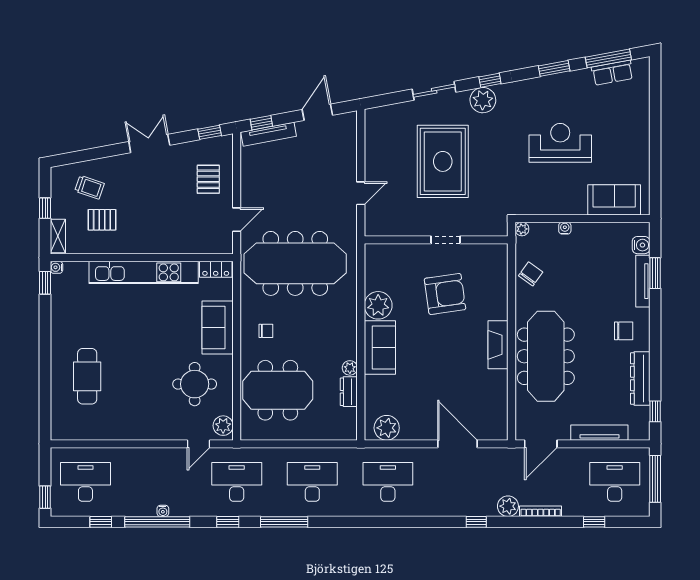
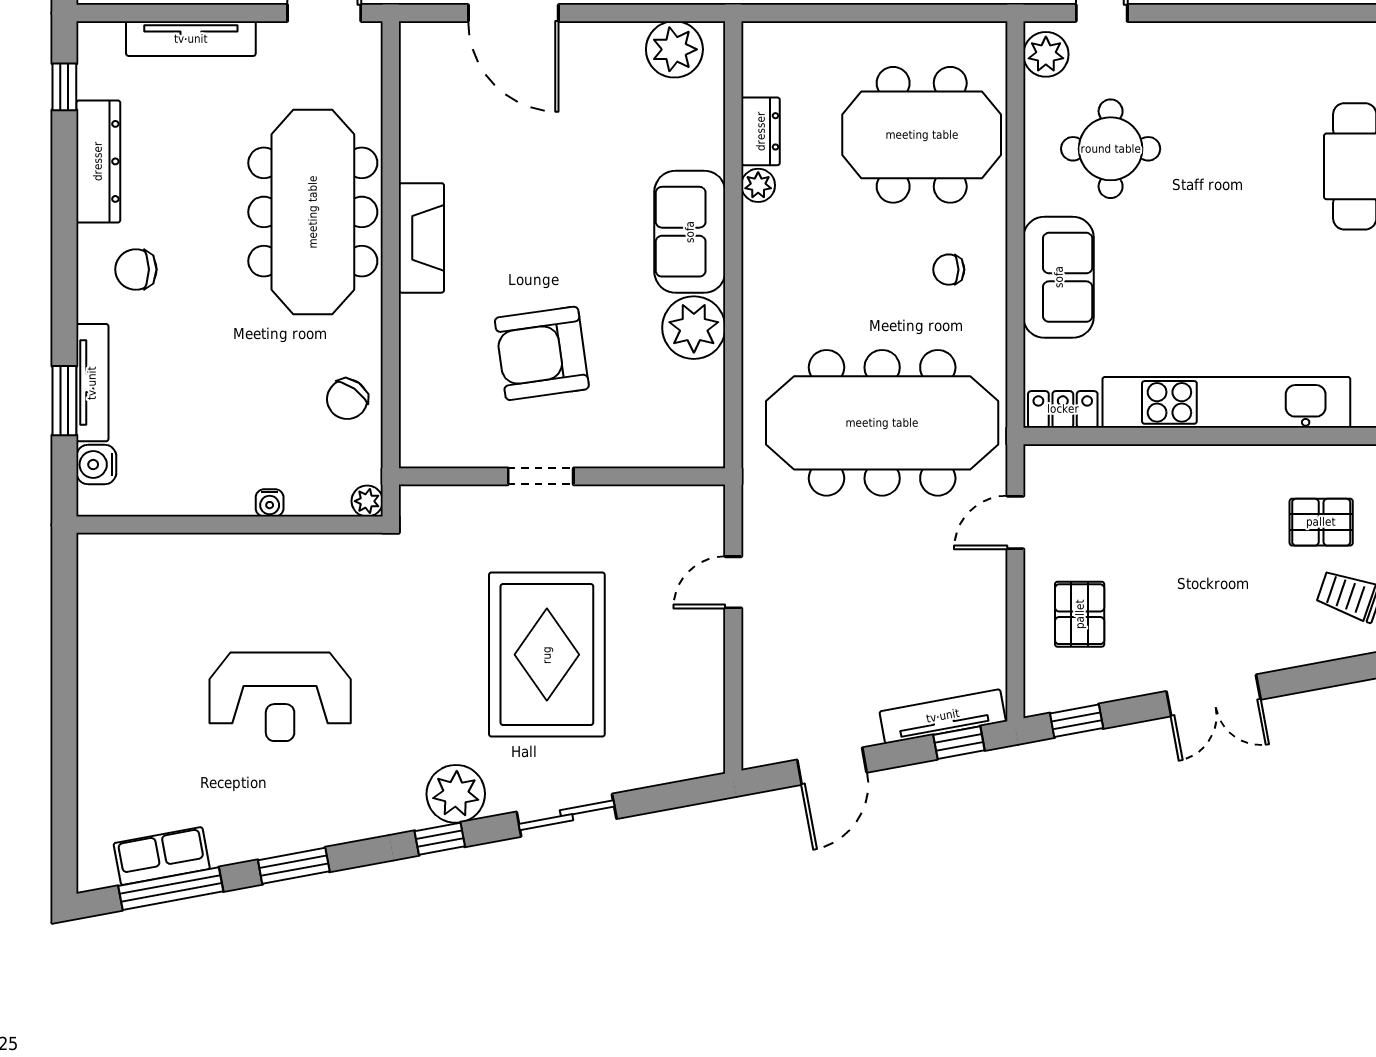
sofa: (614, 200) -> (158, 567), removed

